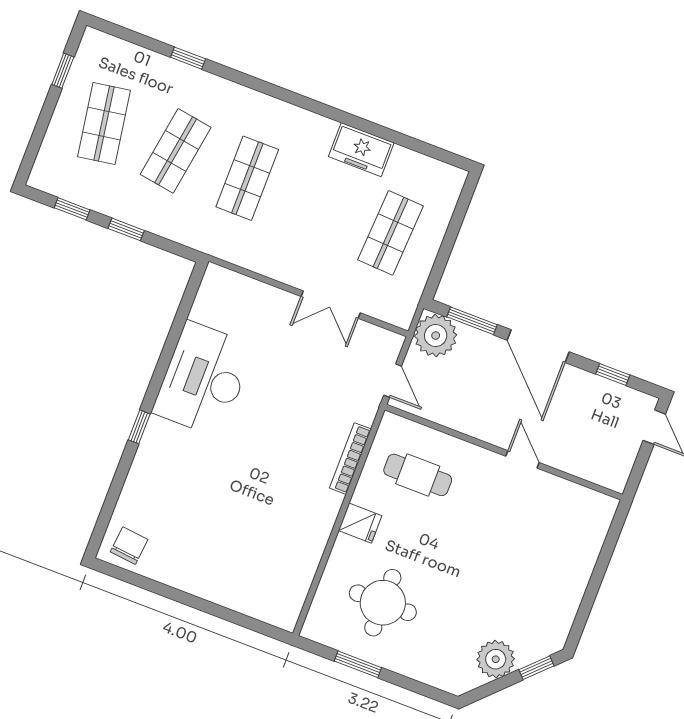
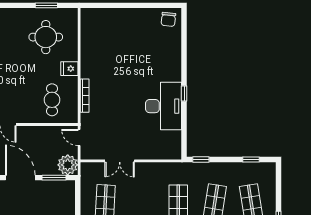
window: (126, 229) -> (201, 160), moved
double door: (331, 305) -> (120, 161), swing flipped
window: (139, 427) -> (184, 94), moved
cafe table: (418, 475) -> (52, 100), turned 90

